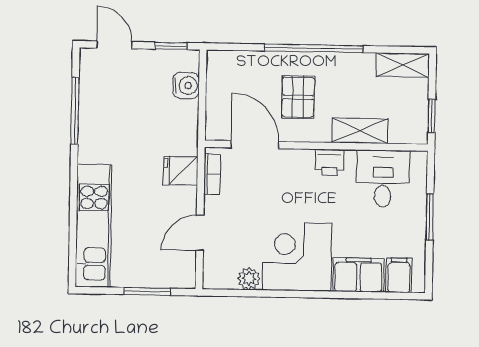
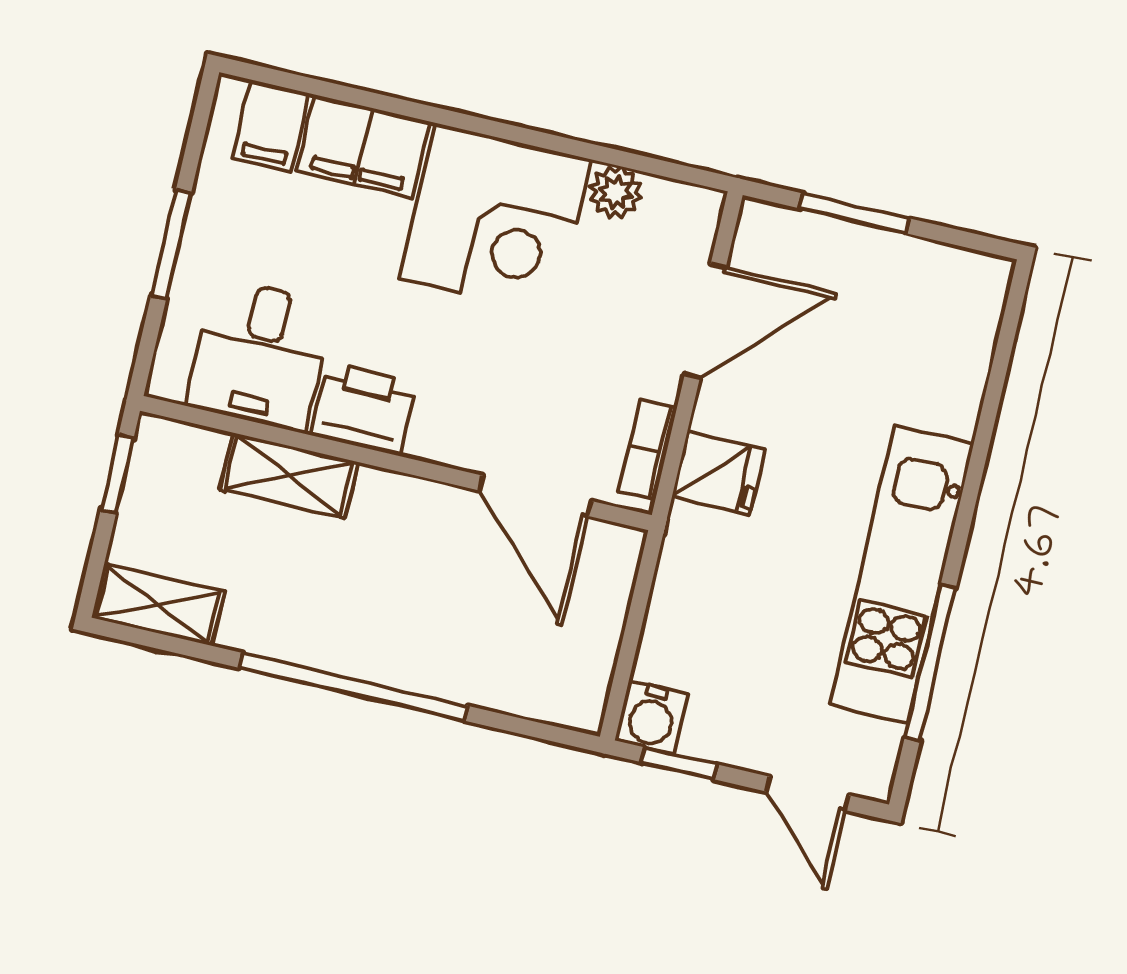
water cooler: (186, 85) -> (652, 717), moved, turned -90
pallet: (298, 97) -> (413, 583), removed
printer: (330, 162) -> (363, 408), width x1.36, depth x1.24
kitchen unit: (94, 226) -> (902, 574), moved
door: (200, 233) -> (705, 321), width x1.37

